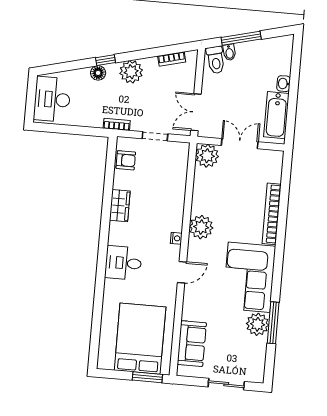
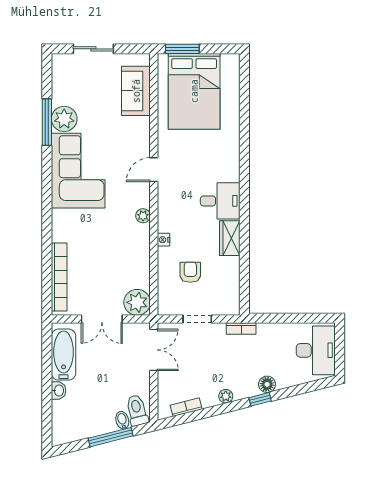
plant: (131, 72) -> (226, 396), width x0.53, depth x0.53
armchair: (126, 160) -> (190, 272), moved, turned 90
bookcase: (272, 214) -> (59, 277), moved
plant: (201, 227) -> (143, 216), width x0.53, depth x0.53
nightstand: (176, 238) -> (163, 240), moved
desk: (123, 263) -> (220, 201), moved

